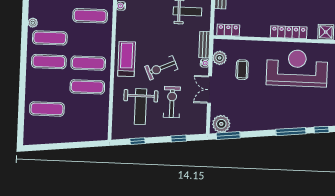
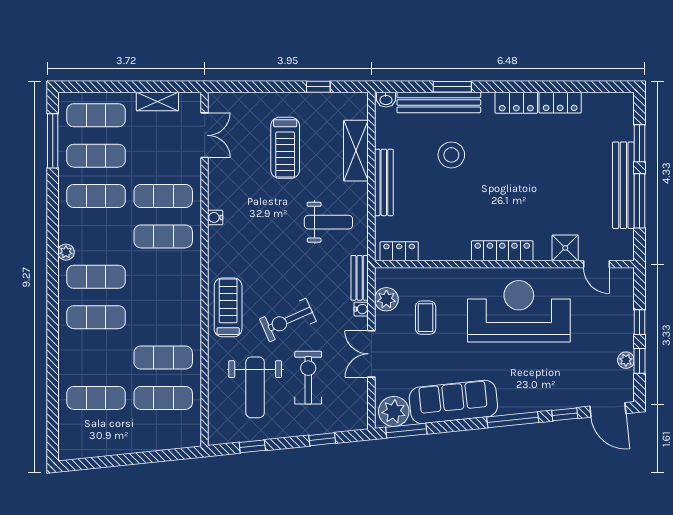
exercise mat: (88, 63) -> (163, 398), moved
sofa: (256, 120) -> (453, 402), added

